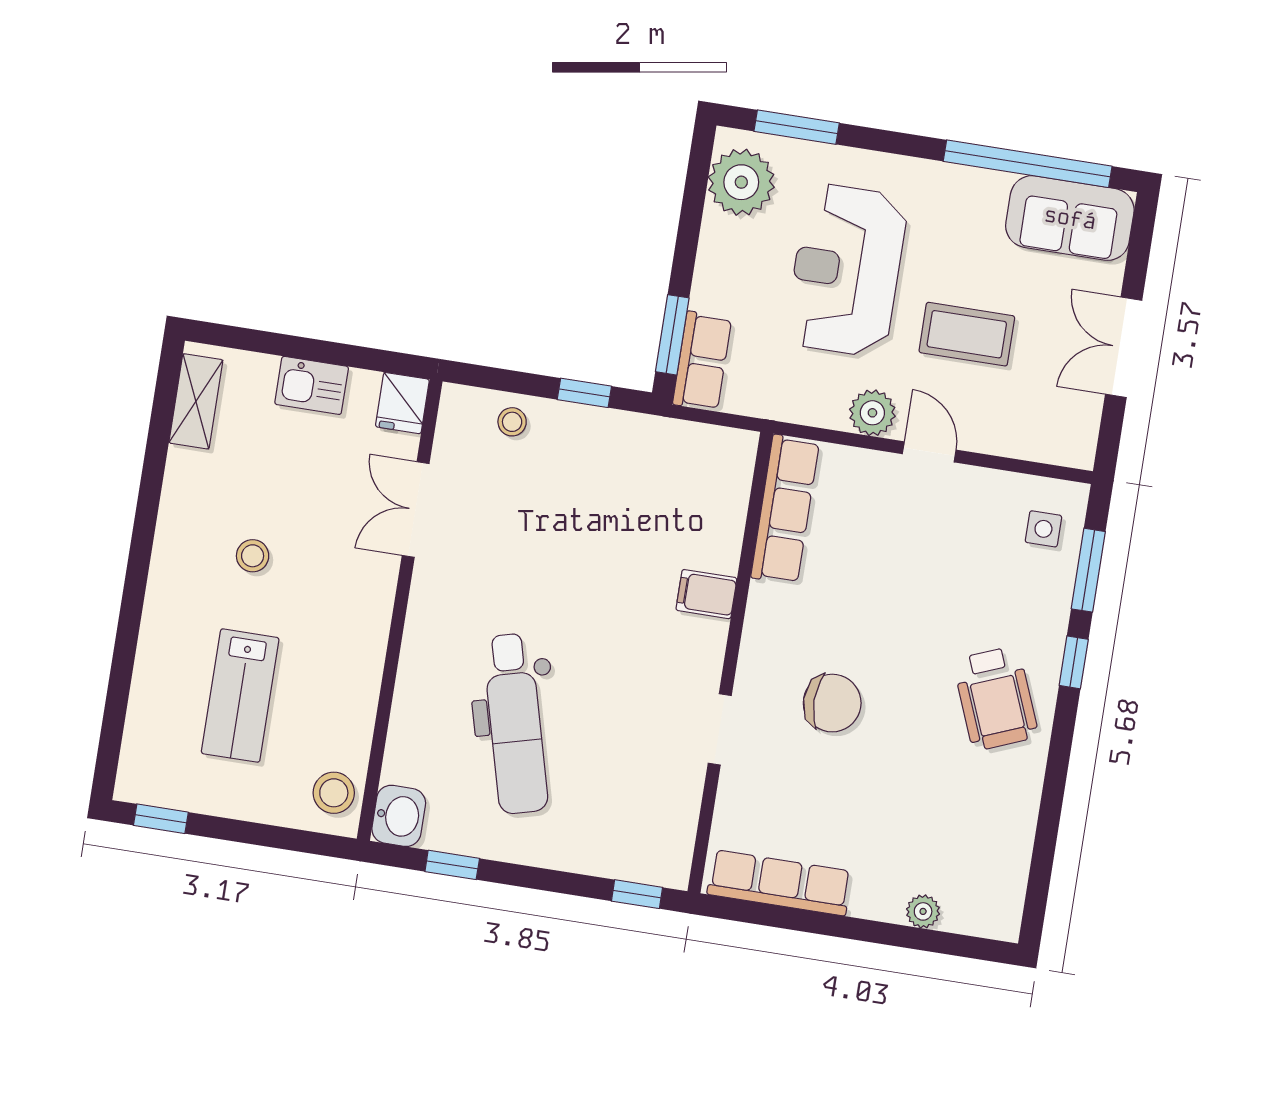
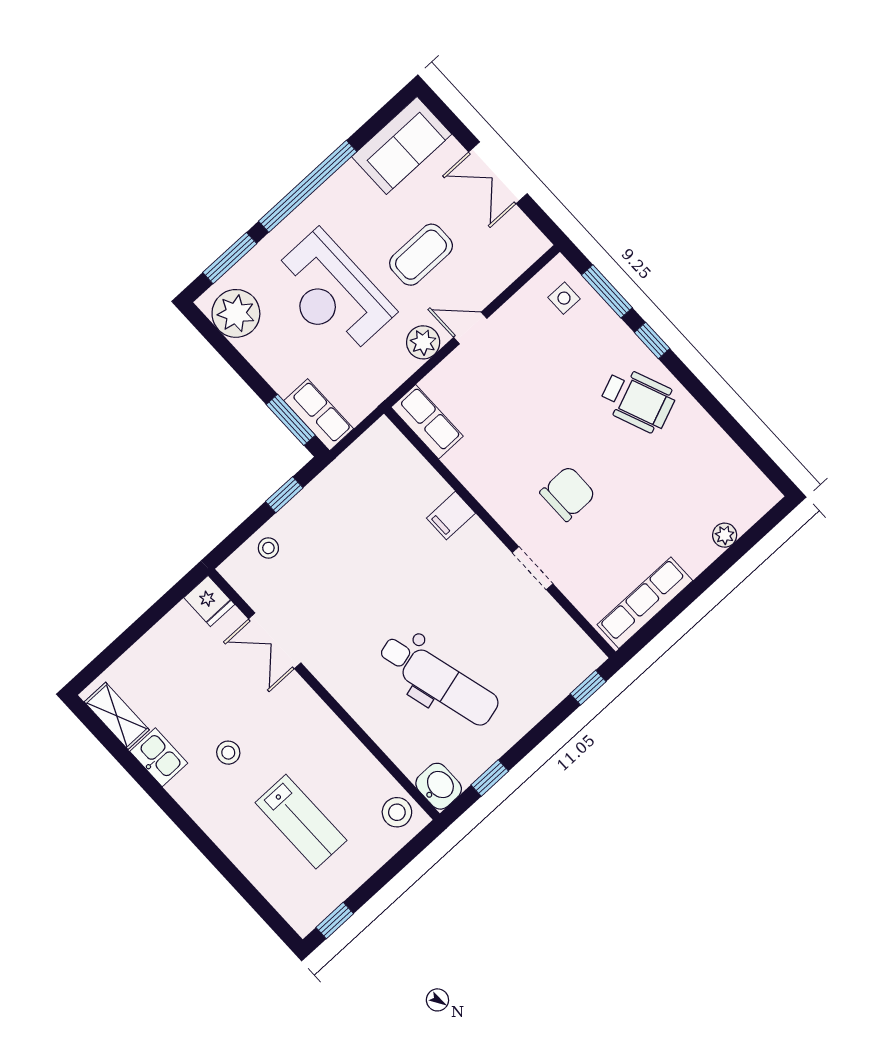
window: (1028, 164) -> (308, 186), moved
kitchen sink: (312, 385) -> (159, 757), moved, turned -90
row of seats: (785, 509) -> (427, 422), width x0.68

